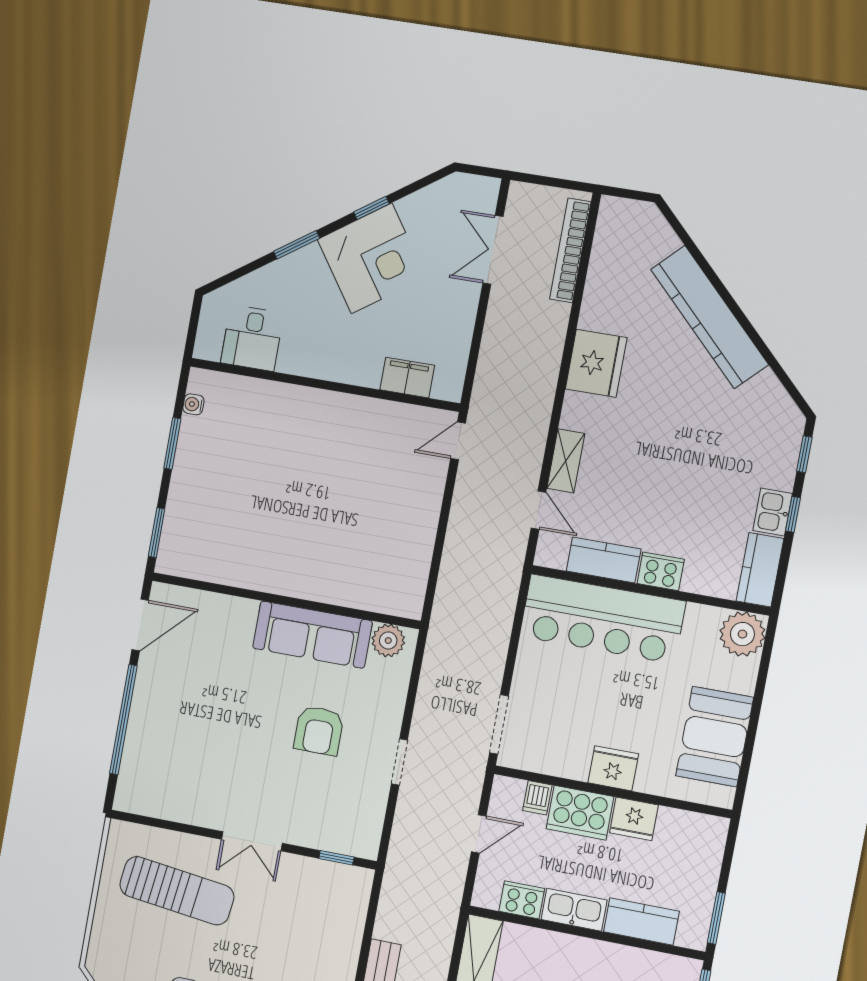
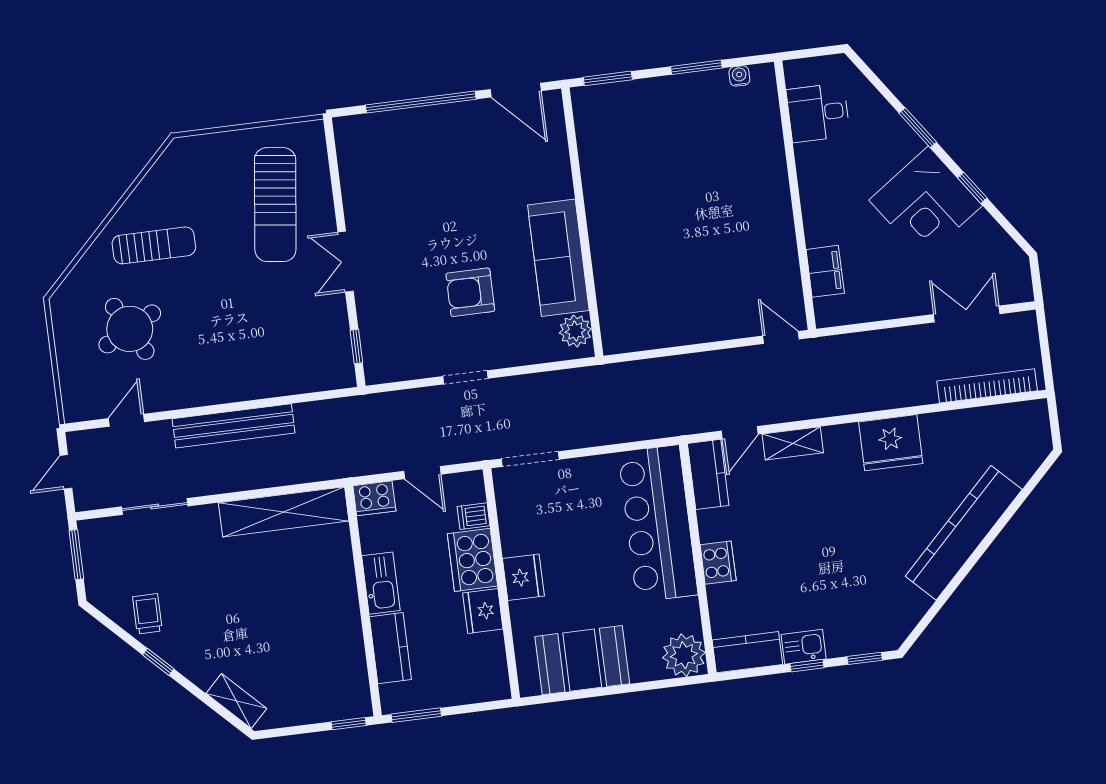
kitchen counter: (604, 560) -> (708, 474), moved
cooker: (522, 900) -> (374, 498), moved, turned 90

